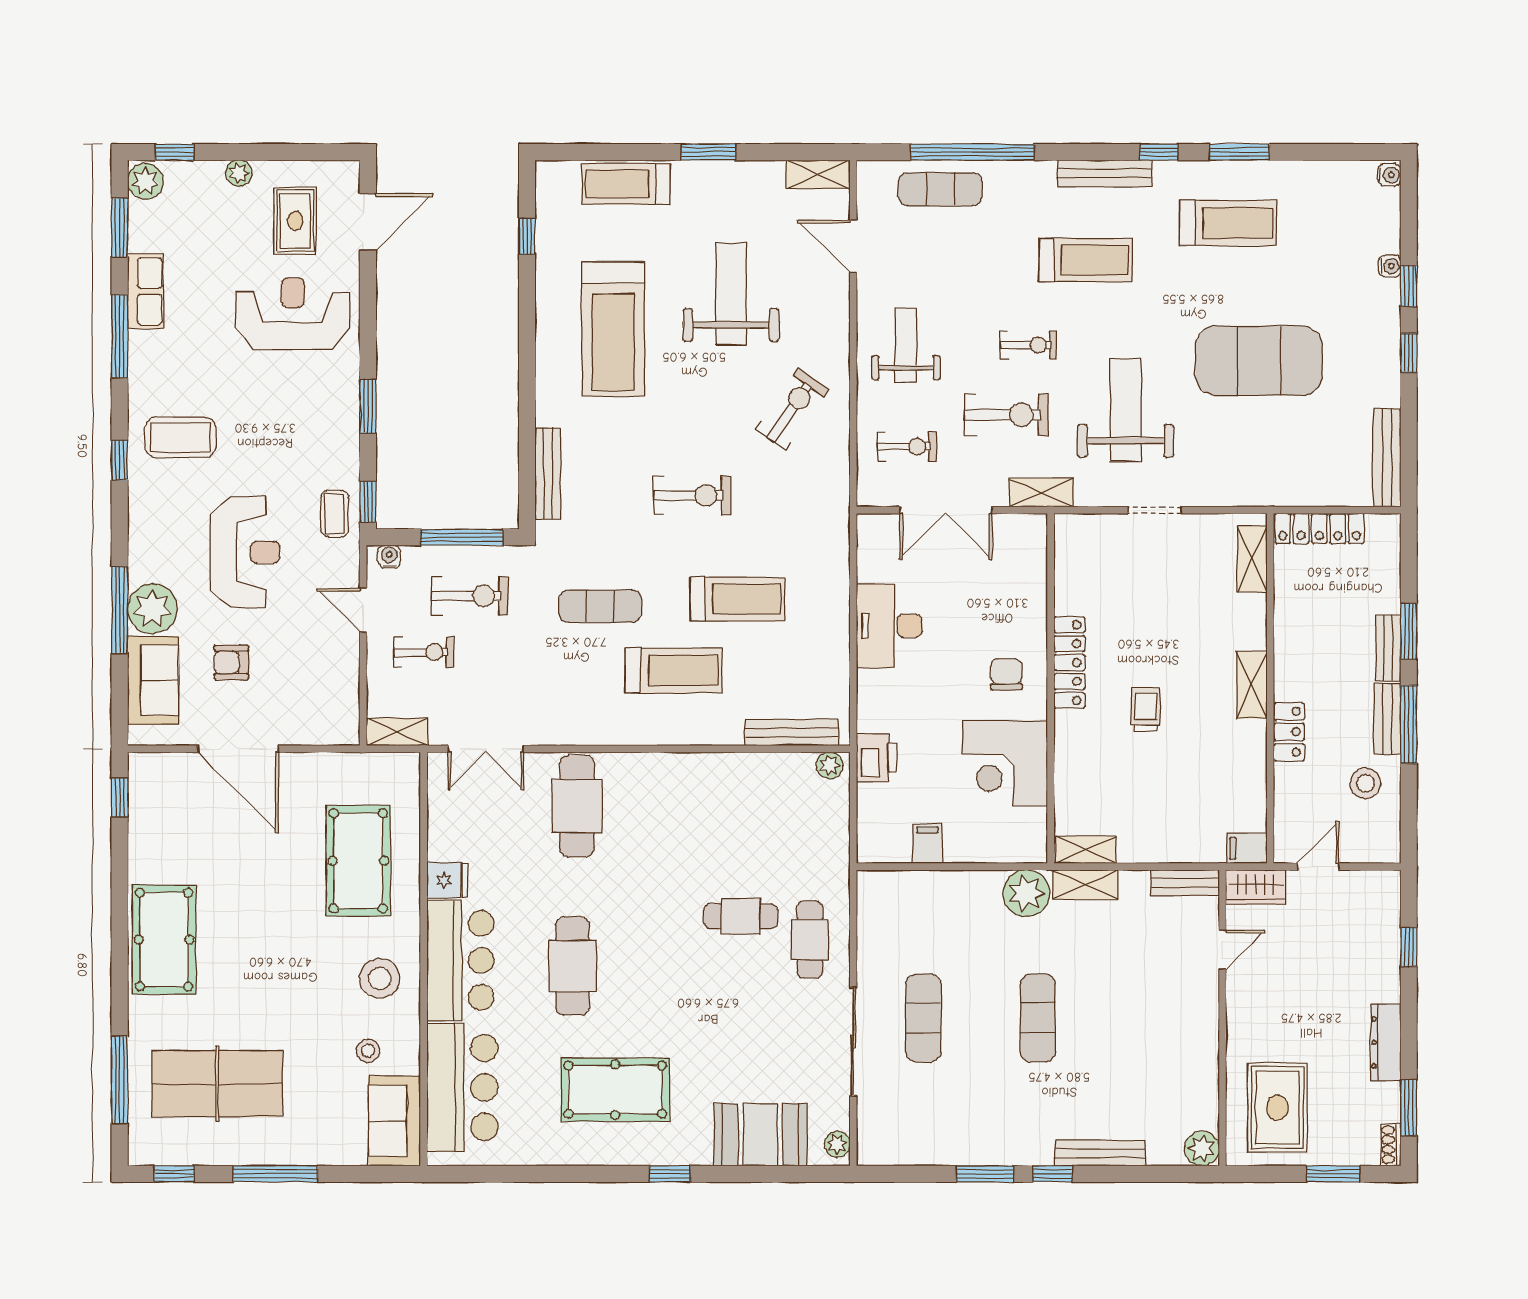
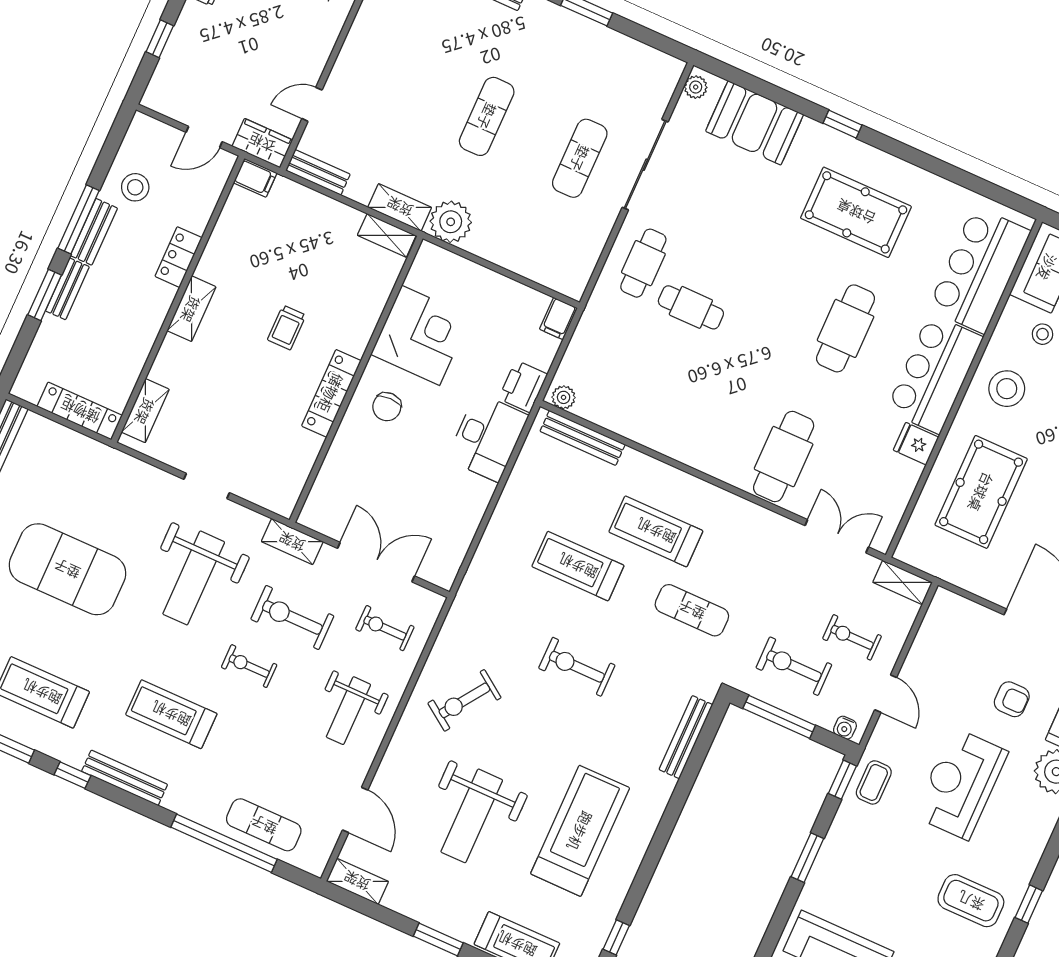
desk: (889, 626) -> (488, 437), moved
filing cabinet: (927, 844) -> (558, 319), moved

